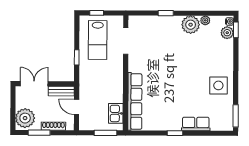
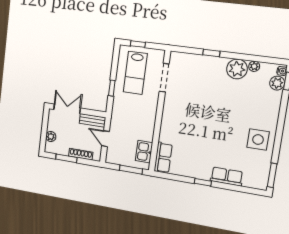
row of seats: (135, 102) -> (163, 158), width x0.50
plant: (25, 118) -> (51, 136), width x0.53, depth x0.53

